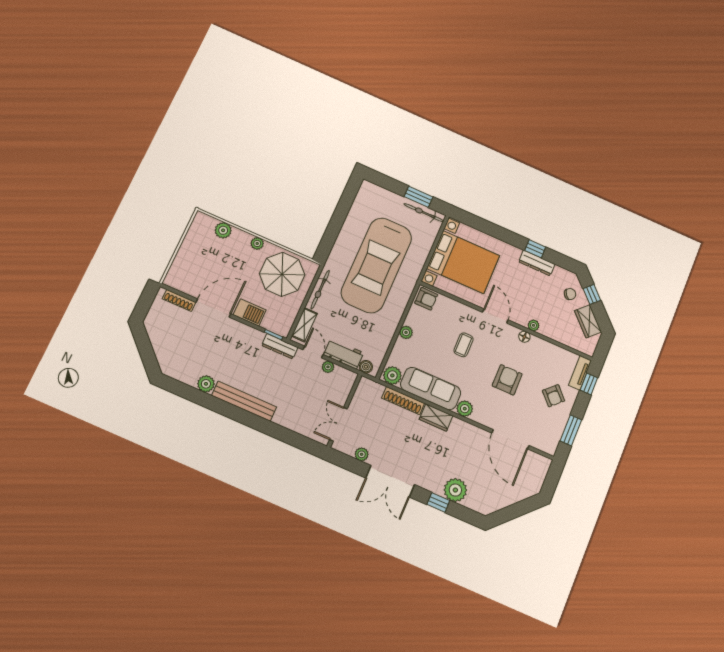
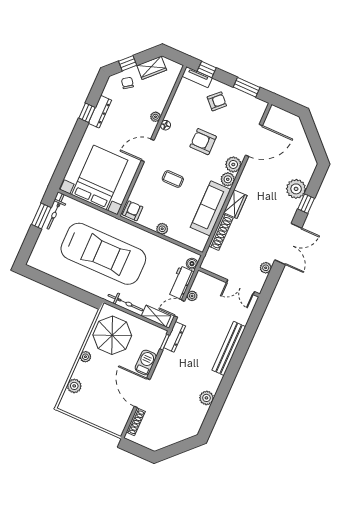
plant: (392, 375) -> (233, 164), moved
bench: (244, 401) -> (229, 348), moved

